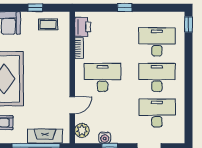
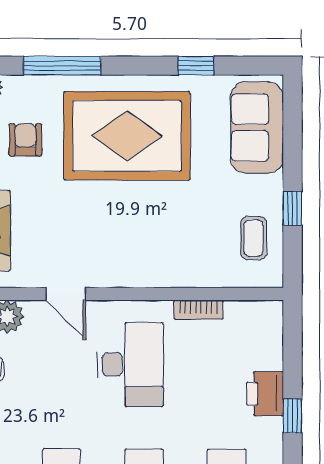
printer: (83, 27) -> (265, 394), moved, turned 90

